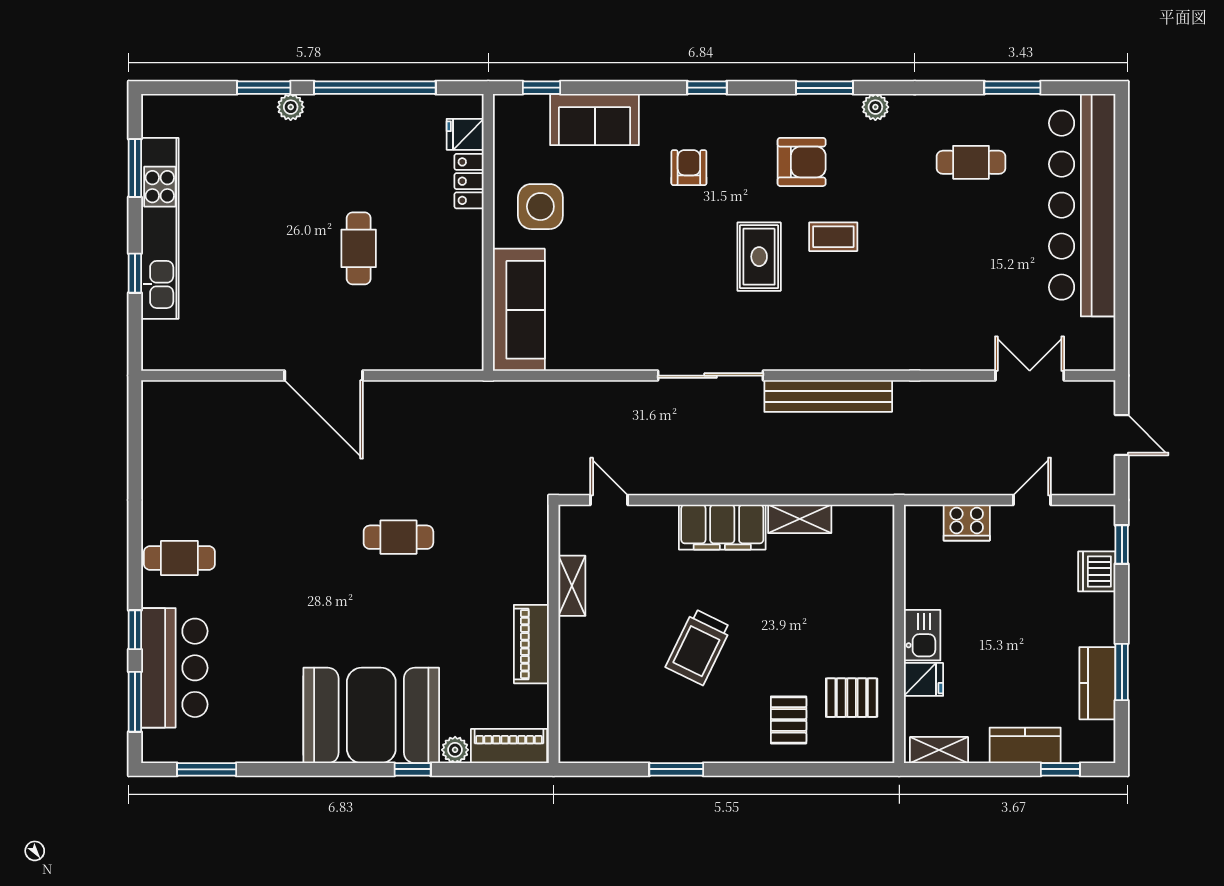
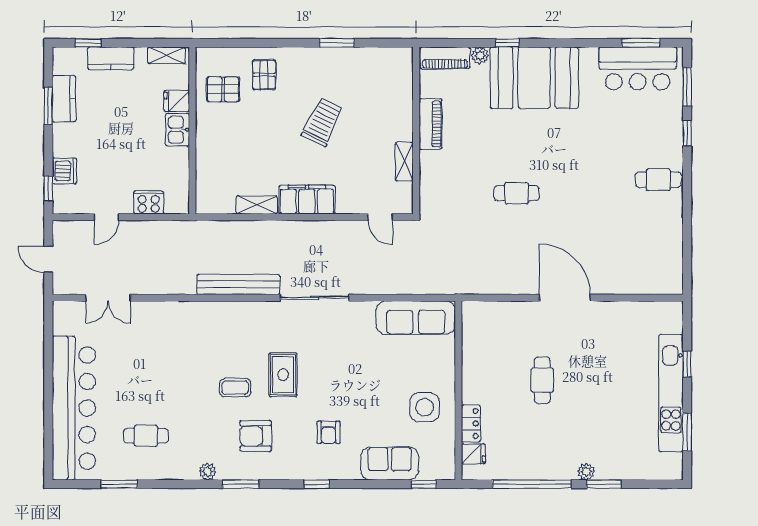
sofa: (519, 310) -> (416, 318), moved, turned -90
bar counter: (174, 668) -> (638, 68), moved, turned -90

